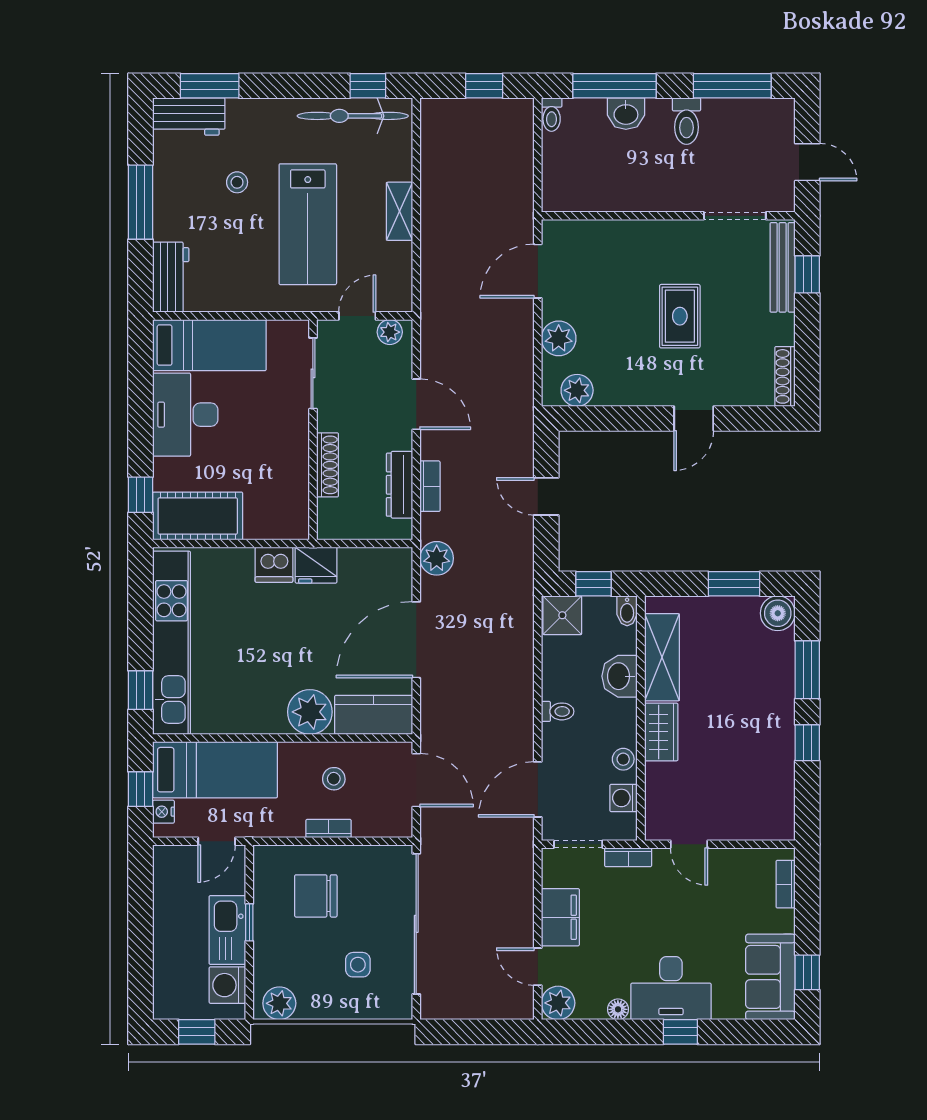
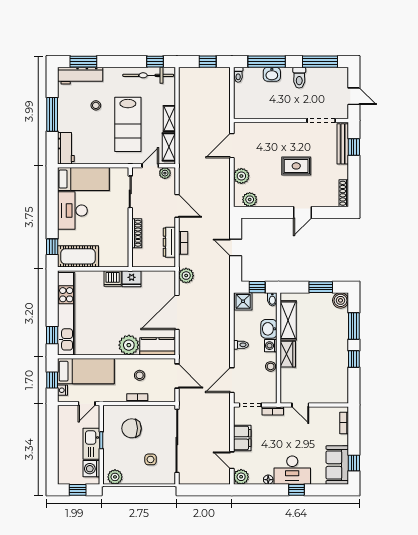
workbench: (189, 117) -> (80, 76), width x1.38
shelving: (398, 274) -> (169, 147), added
rug: (680, 316) -> (296, 166), turned 90
washing machine: (624, 798) -> (271, 346), moved

